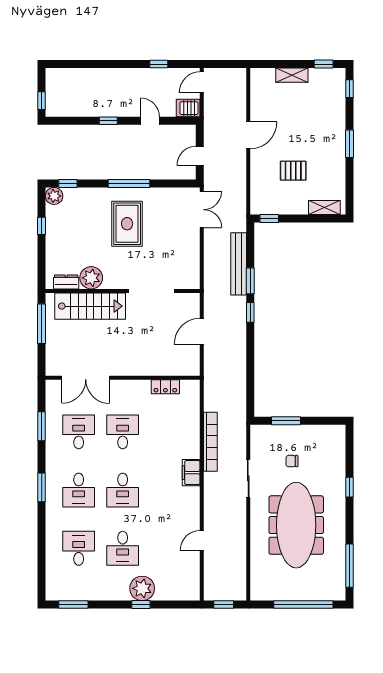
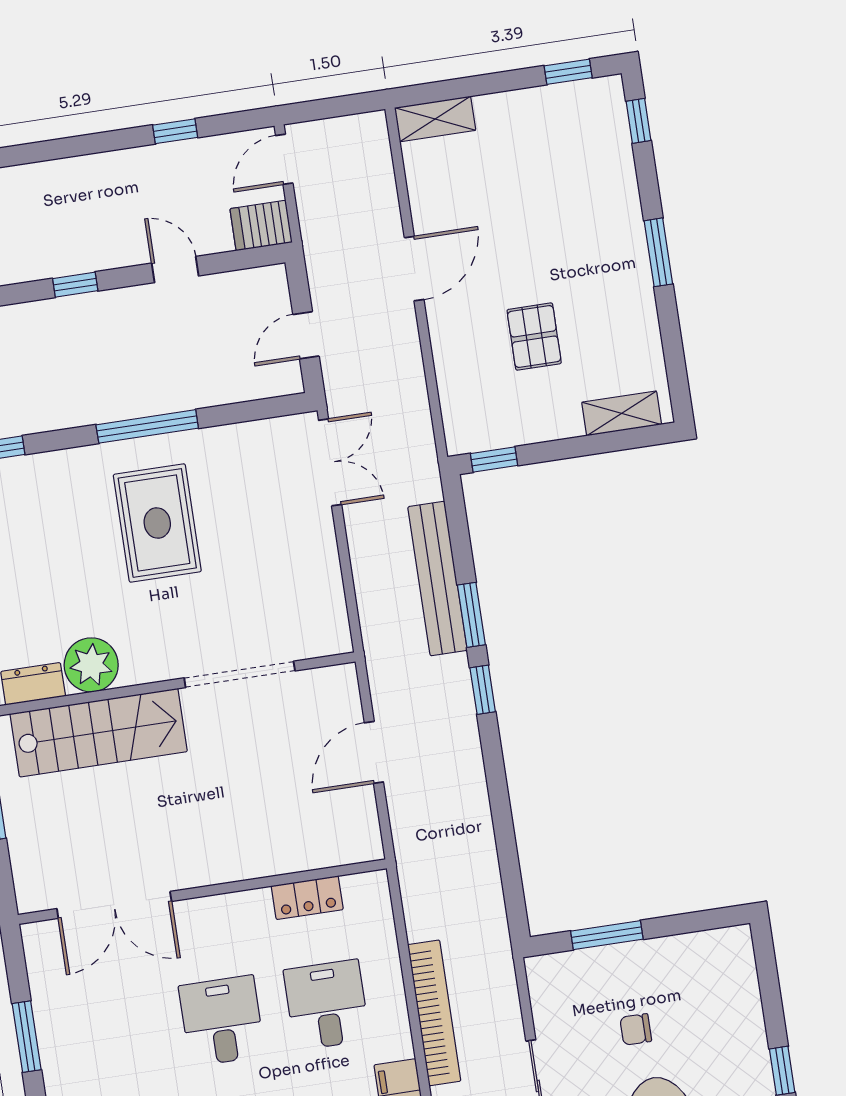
shelving: (292, 75) -> (435, 119), moved
pallet: (293, 171) -> (534, 337), turned 90
desk: (79, 432) -> (327, 1005), moved

